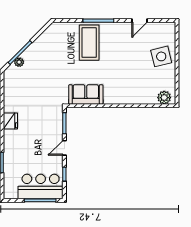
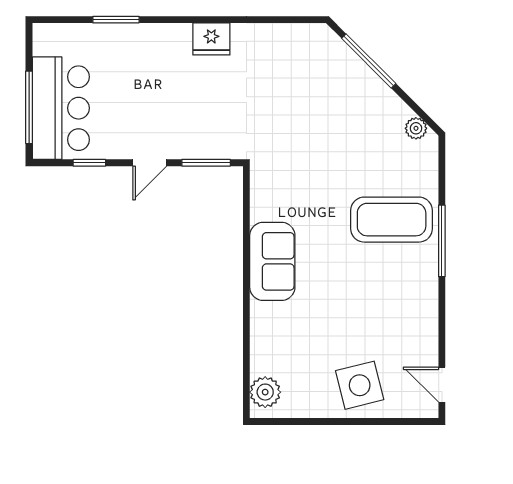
door: (139, 21) -> (442, 385), moved
plant: (19, 62) -> (416, 128), moved
sofa: (86, 94) -> (272, 261), moved
door: (64, 148) -> (150, 163), swing flipped

